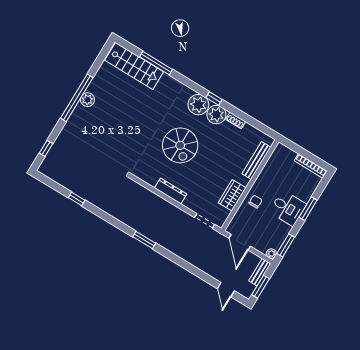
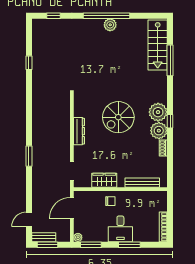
window: (144, 240) -> (29, 156), moved
bench: (260, 272) -> (44, 237), moved

